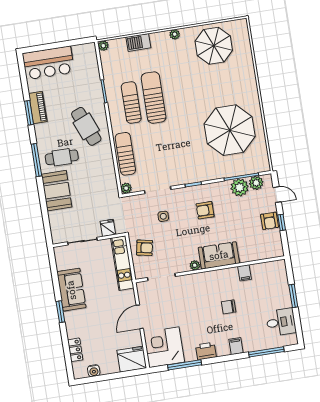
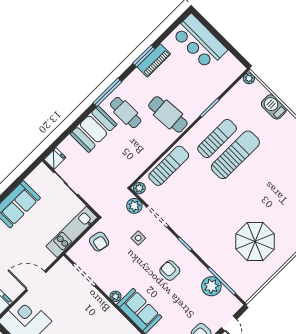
cafe table: (86, 126) -> (168, 114), turned -72
parasol: (230, 130) -> (255, 241), width x0.73, depth x0.73
plant: (256, 183) -> (134, 206), moved
fridge: (108, 228) -> (55, 159), moved

